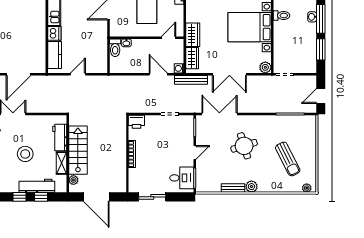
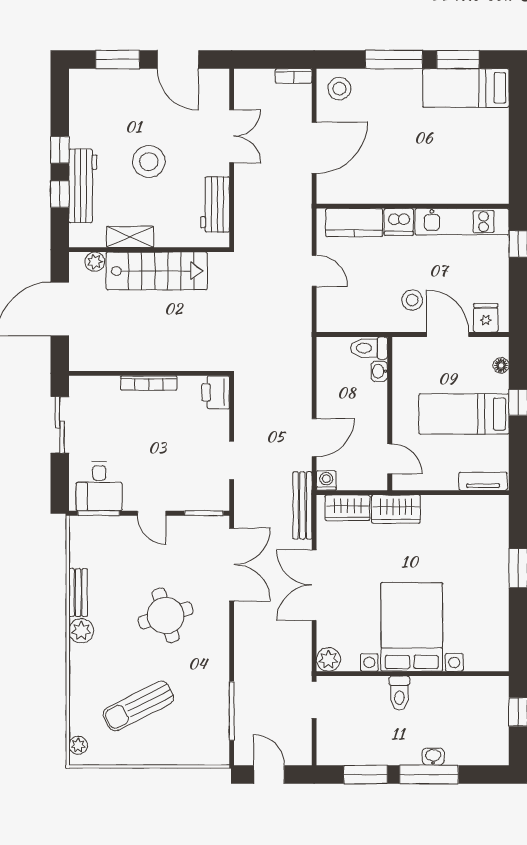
toilet: (281, 15) -> (399, 693), moved
stool: (92, 27) -> (412, 300), added
door: (18, 74) -> (314, 148), swing flipped
workbench: (60, 137) -> (215, 204), moved, turned -90

